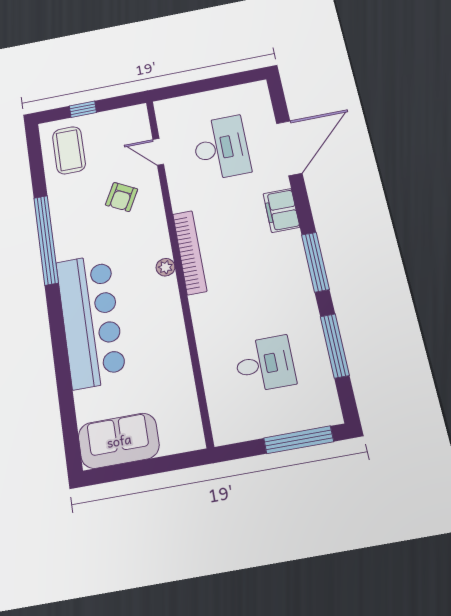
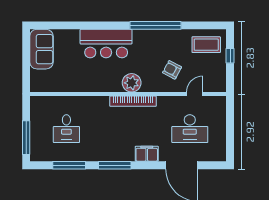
plant: (165, 267) -> (132, 83), width x1.88, depth x1.88
bar counter: (91, 320) -> (106, 44), width x0.73

